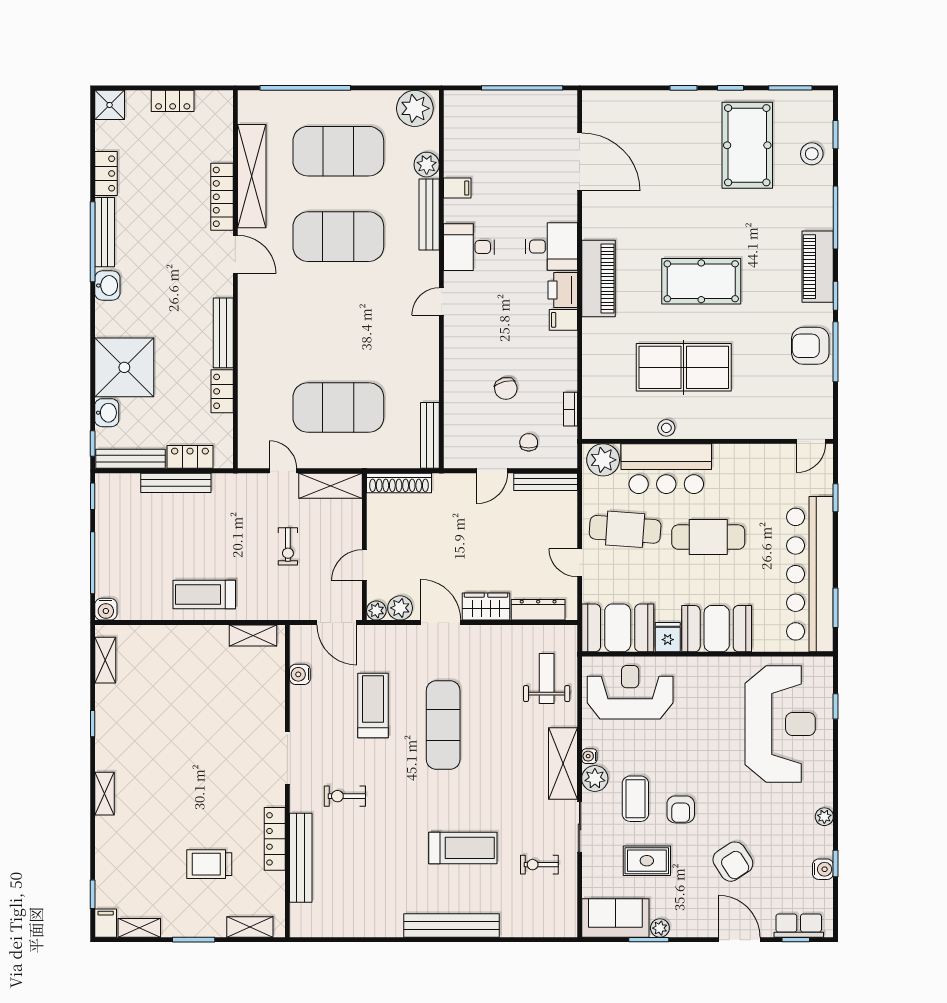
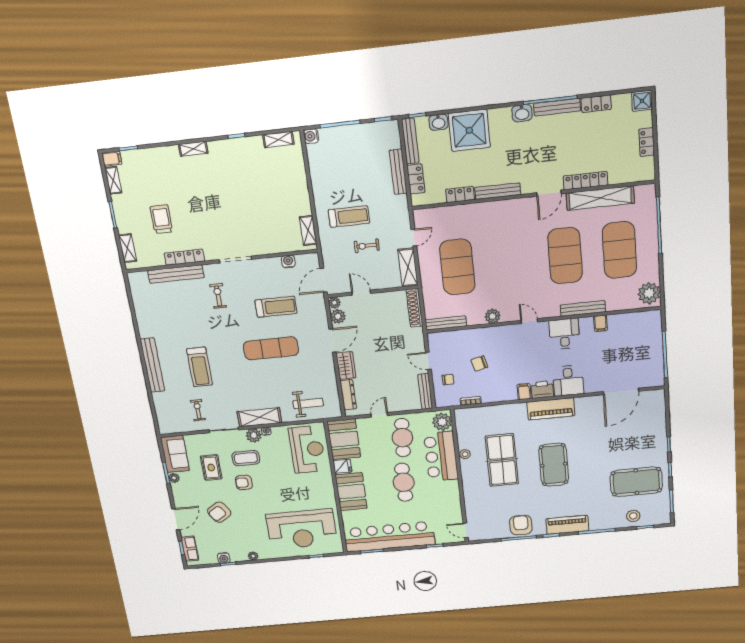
plant: (427, 165) -> (493, 316), moved
treadmill: (204, 594) -> (349, 216), moved, turned 90

